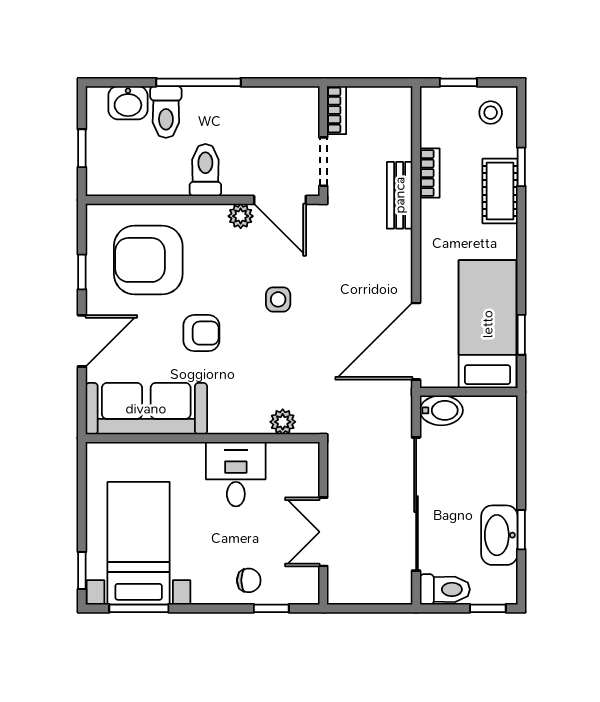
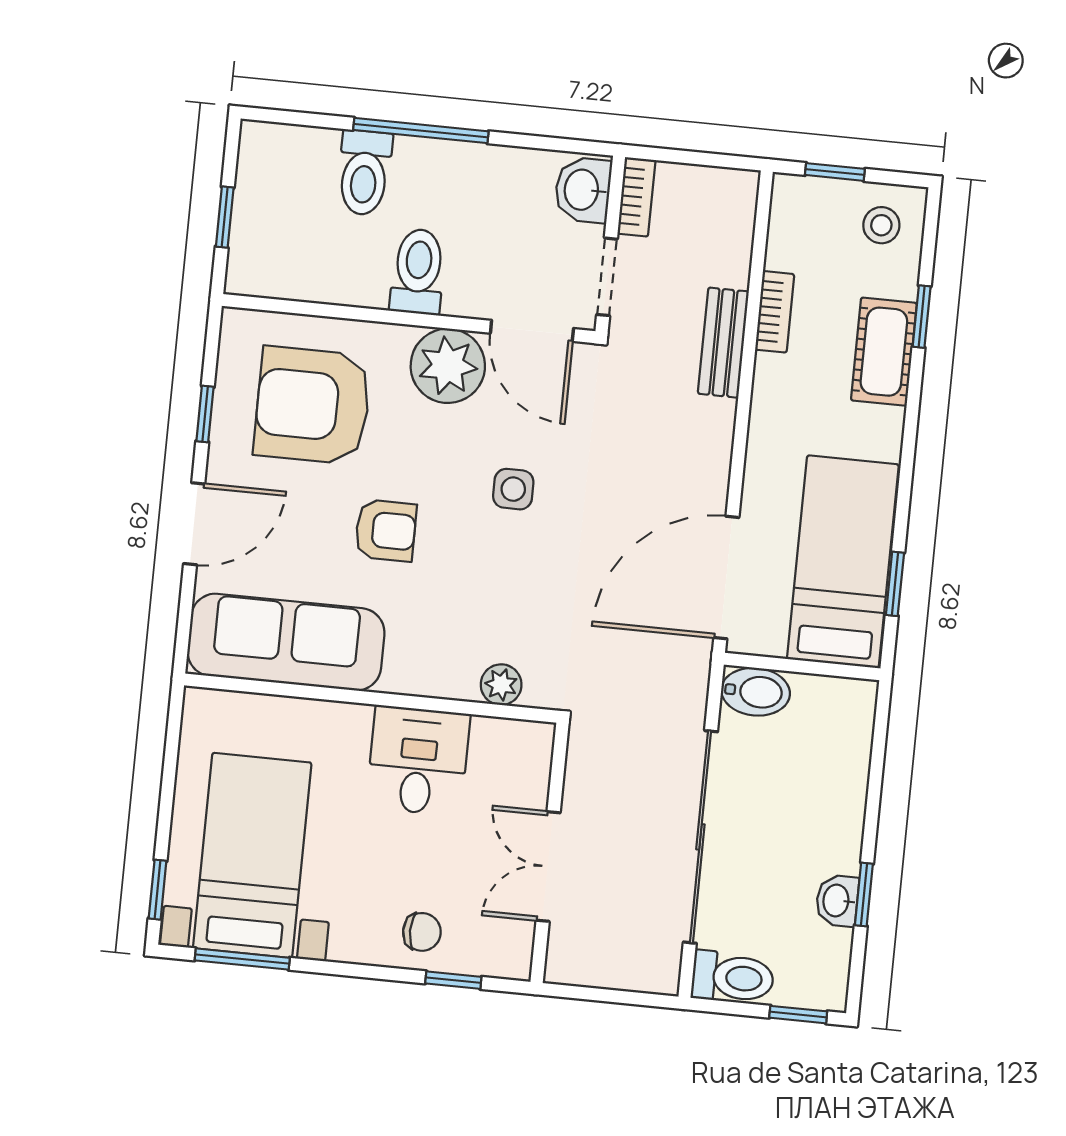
washbasin: (128, 103) -> (583, 190), moved, turned 90
plant: (241, 216) -> (448, 366), width x1.87, depth x1.87
washbasin: (499, 535) -> (837, 901), width x0.52, depth x0.69

